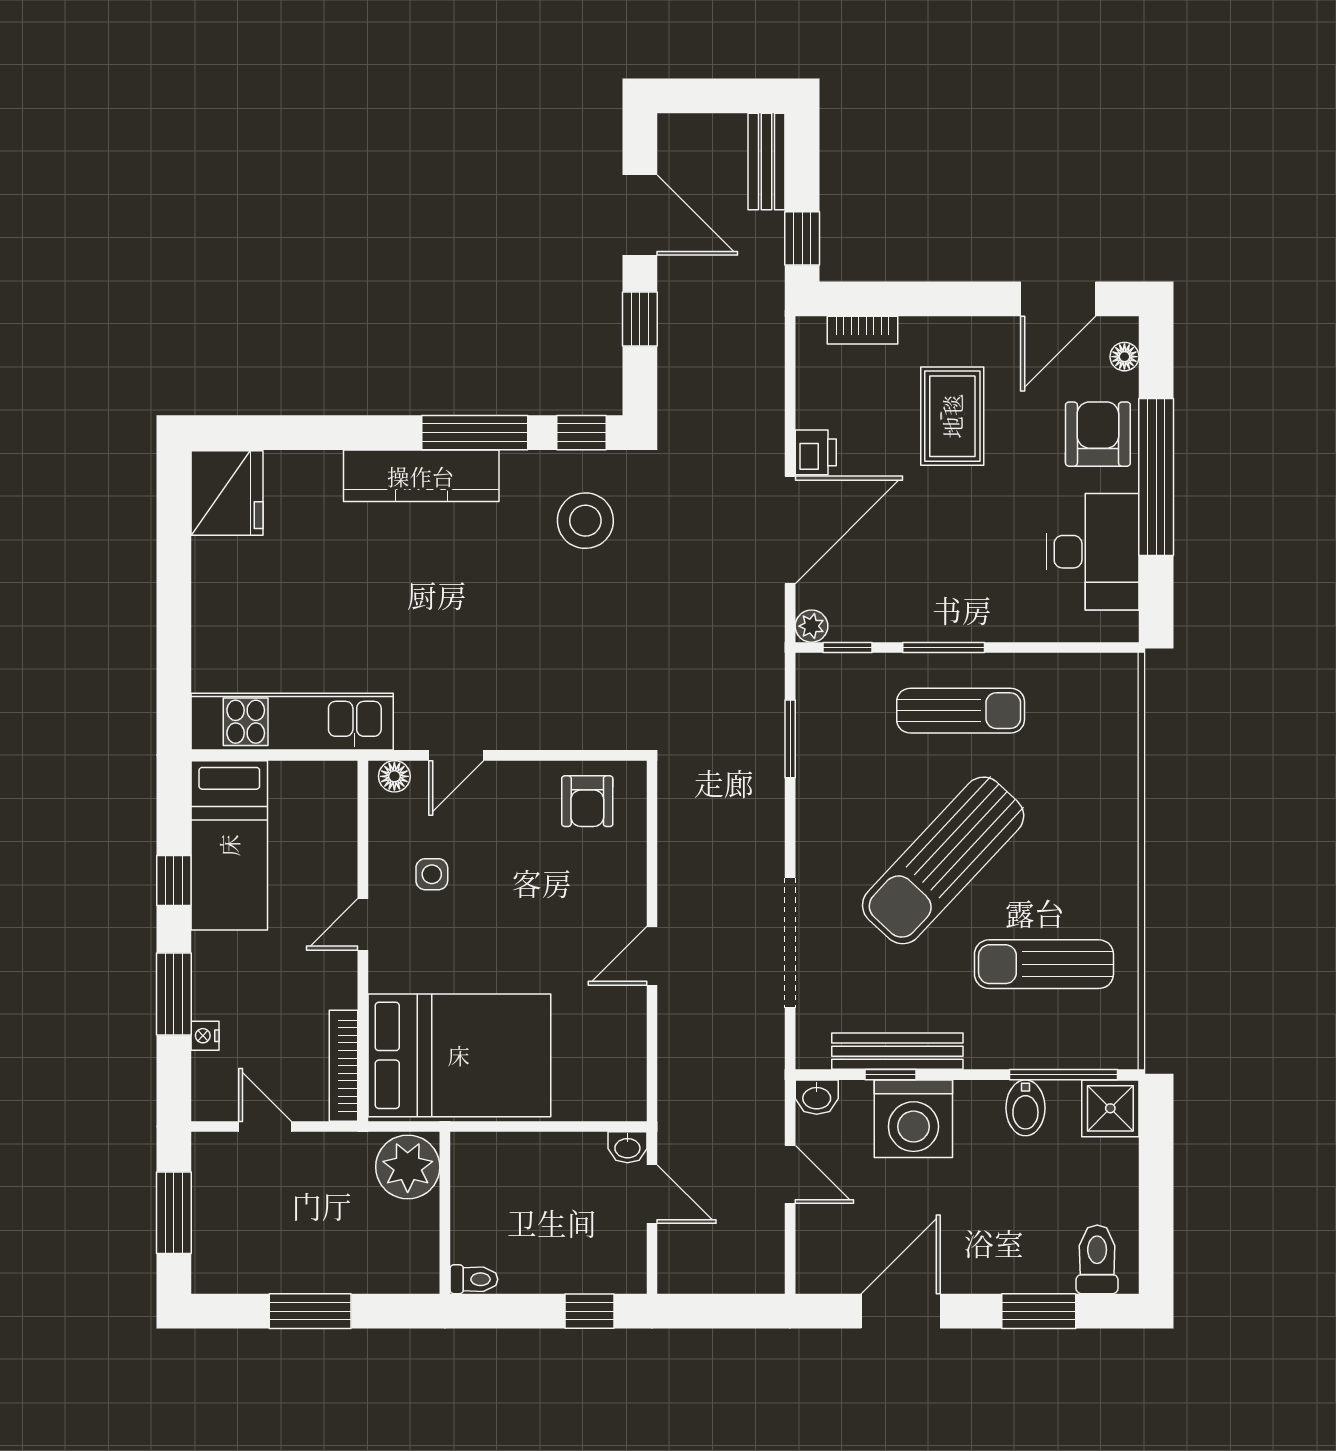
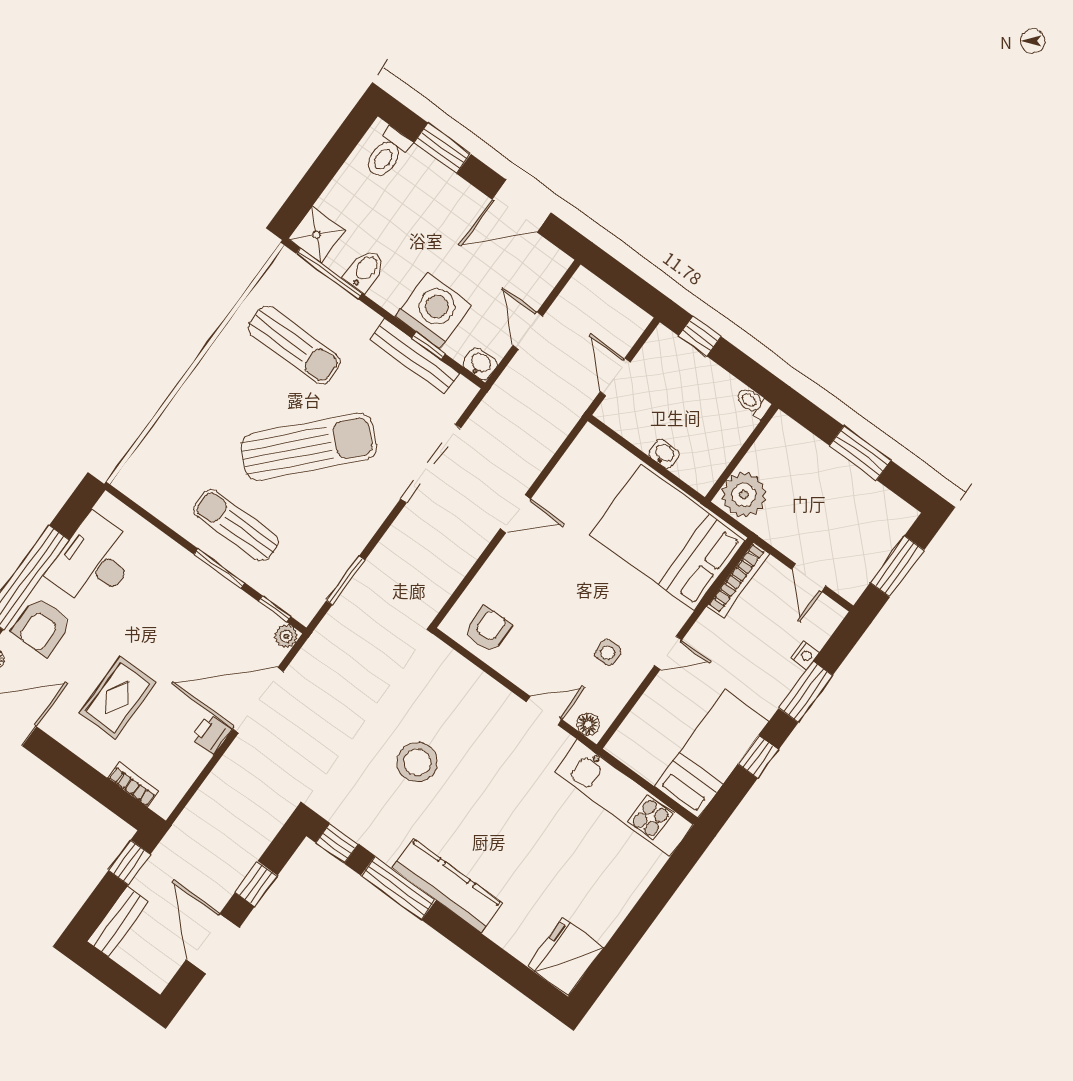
stool: (585, 521) -> (417, 762), moved
washbasin: (627, 1147) -> (664, 454), moved

